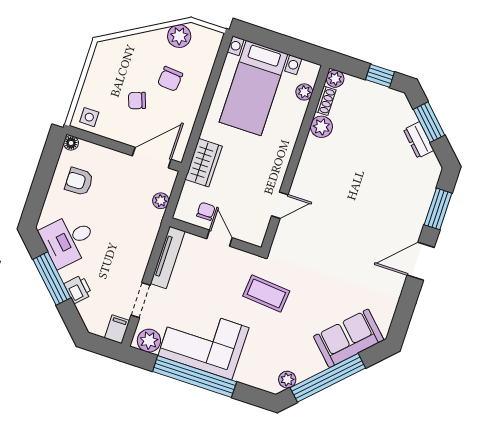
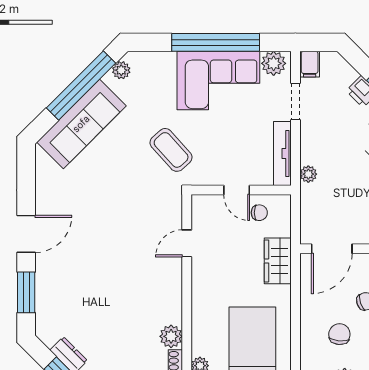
plant: (161, 201) -> (308, 174), moved
chair: (206, 211) -> (259, 213), turned -90
coffee table: (266, 294) -> (171, 150), turned 43
sofa: (349, 338) -> (81, 124), width x1.36

